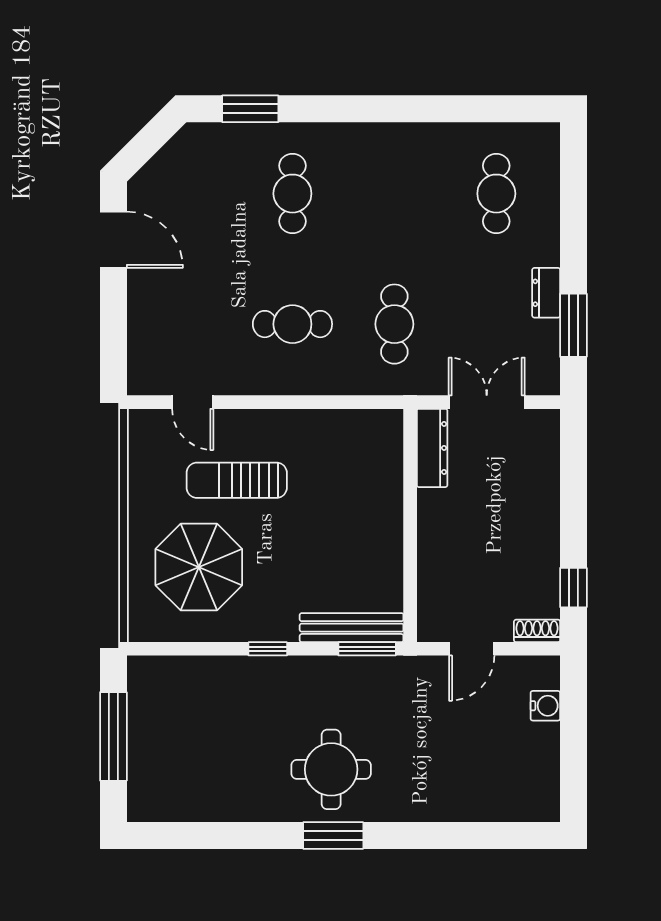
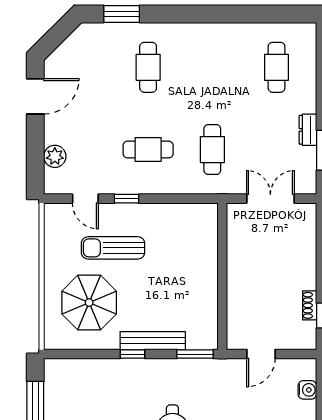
door: (113, 240) -> (35, 96), hinge flipped
plant: (144, 335) -> (55, 156), added
window: (258, 402) -> (127, 199), added
dresser: (432, 448) -> (236, 228), removed
bench: (352, 628) -> (153, 341), moved
shoe rack: (537, 631) -> (310, 305), moved, turned -90

